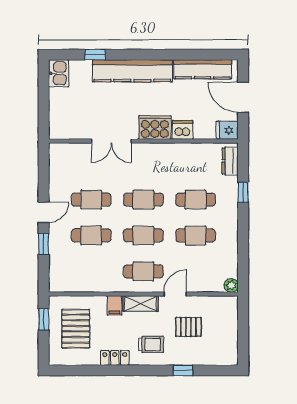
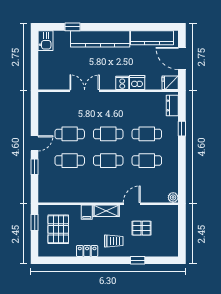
cooker: (155, 127) -> (122, 83), width x0.53, depth x0.76
double door: (111, 141) -> (85, 91), swing flipped
cafe table: (143, 271) -> (108, 187), removed

